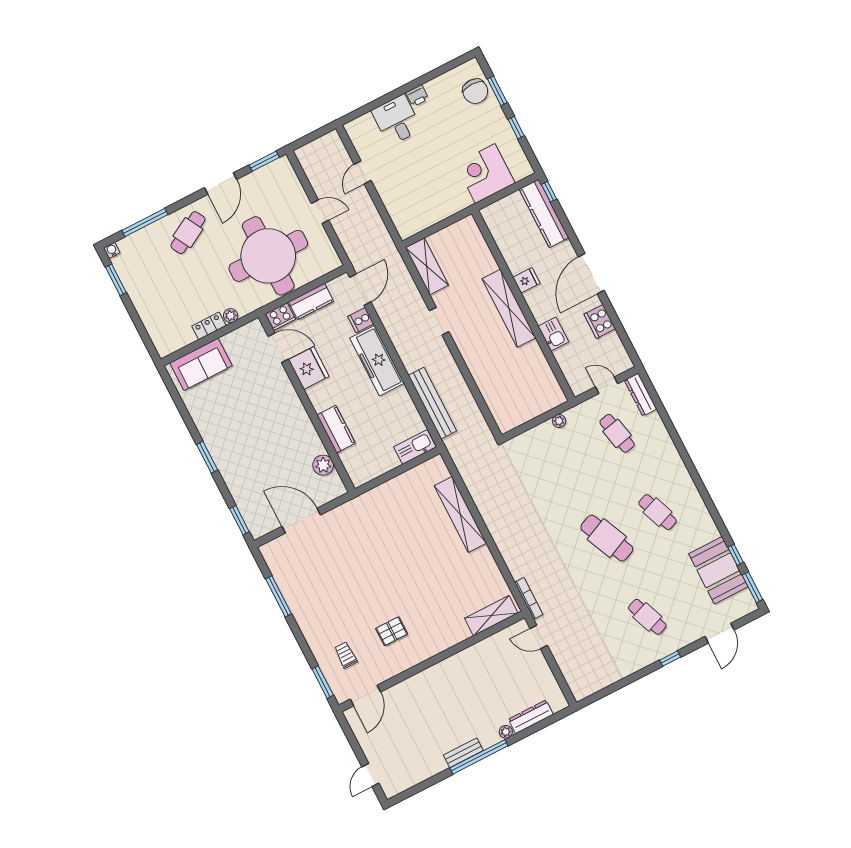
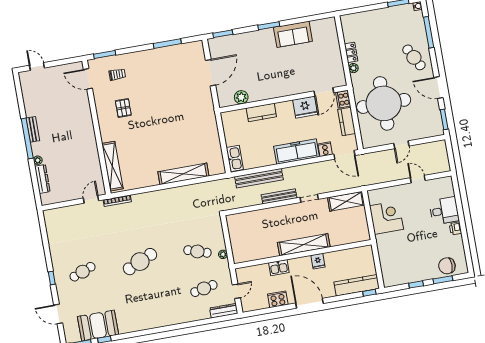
corner desk: (485, 173) -> (386, 218), moved
sofa: (201, 364) -> (293, 34), moved, turned -90
bench: (450, 366) -> (279, 196), added
cafe table: (657, 512) -> (197, 251), moved, turned 39
shelving: (491, 616) -> (112, 166), width x1.47

